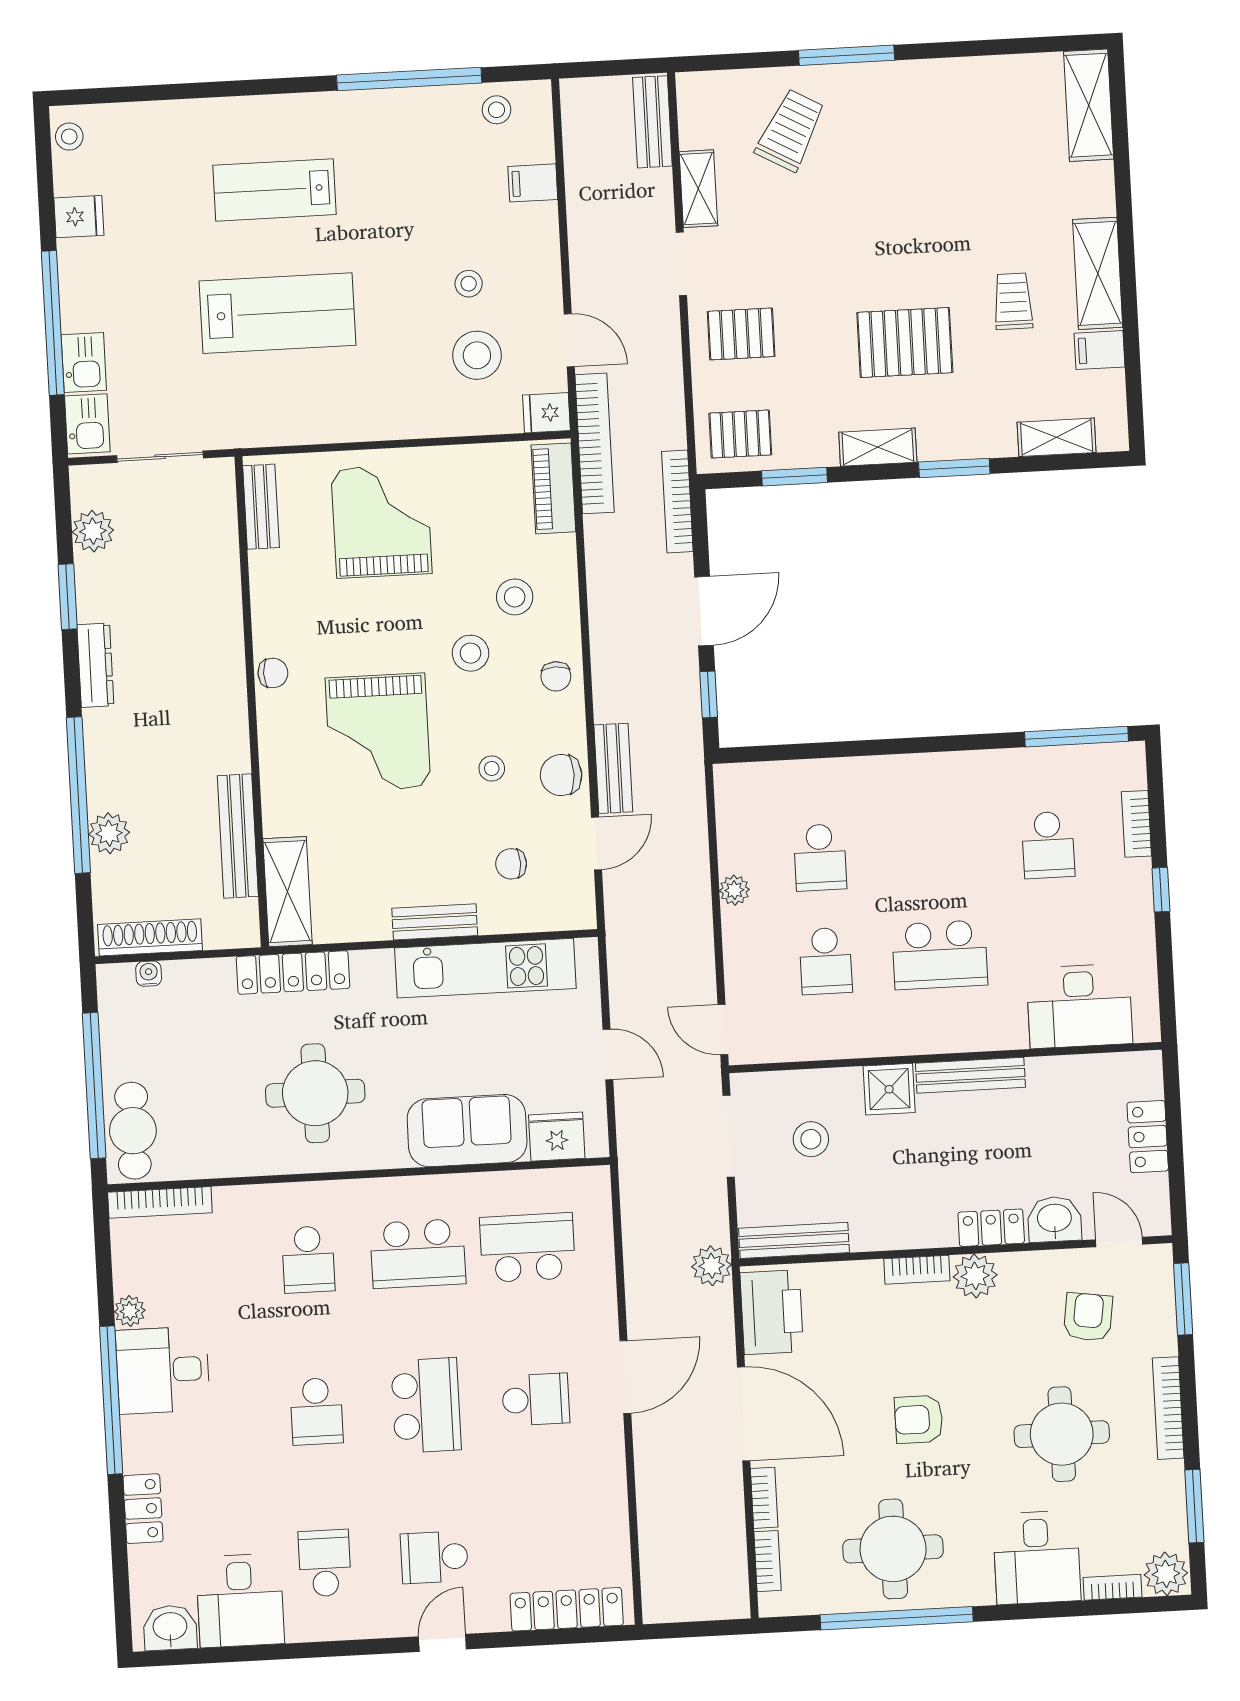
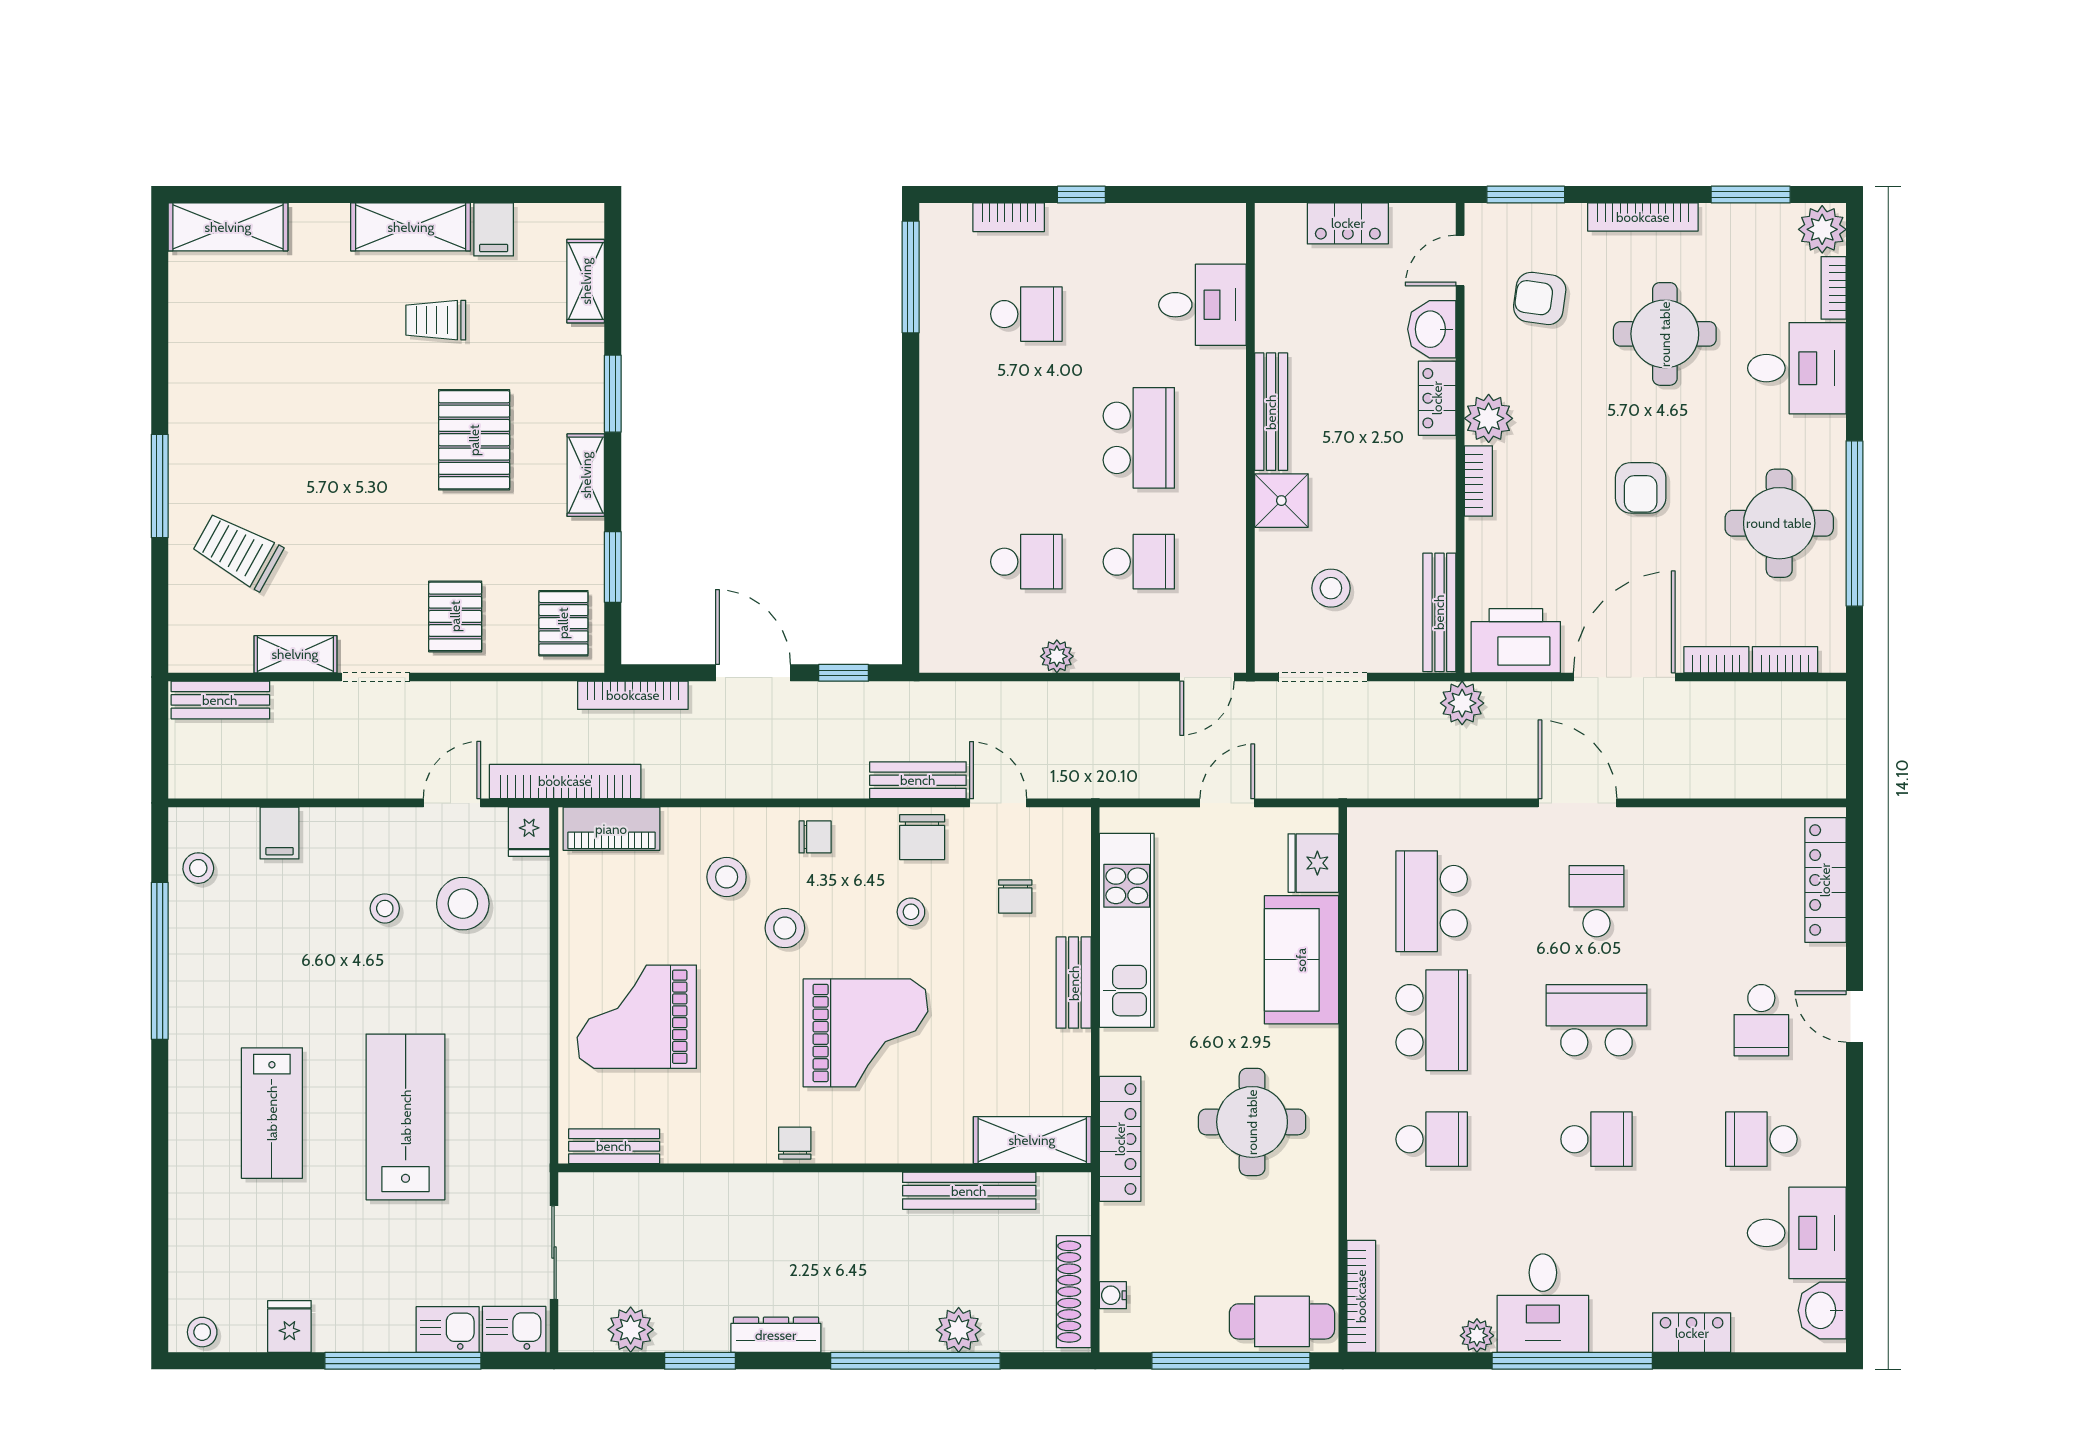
desk: (1079, 1006) -> (1202, 305), width x0.73

